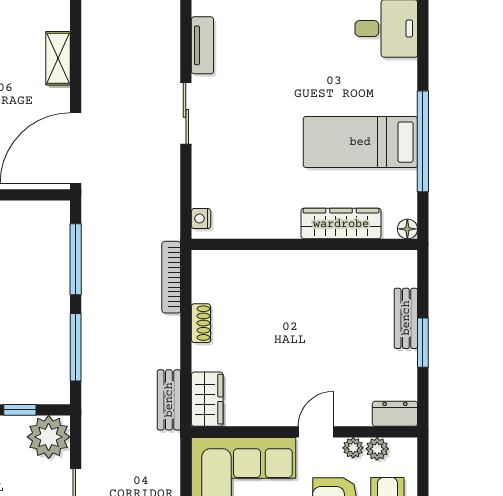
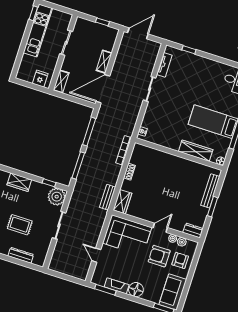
shelving: (58, 58) -> (104, 62), moved
bench: (406, 318) -> (210, 191), width x1.36

